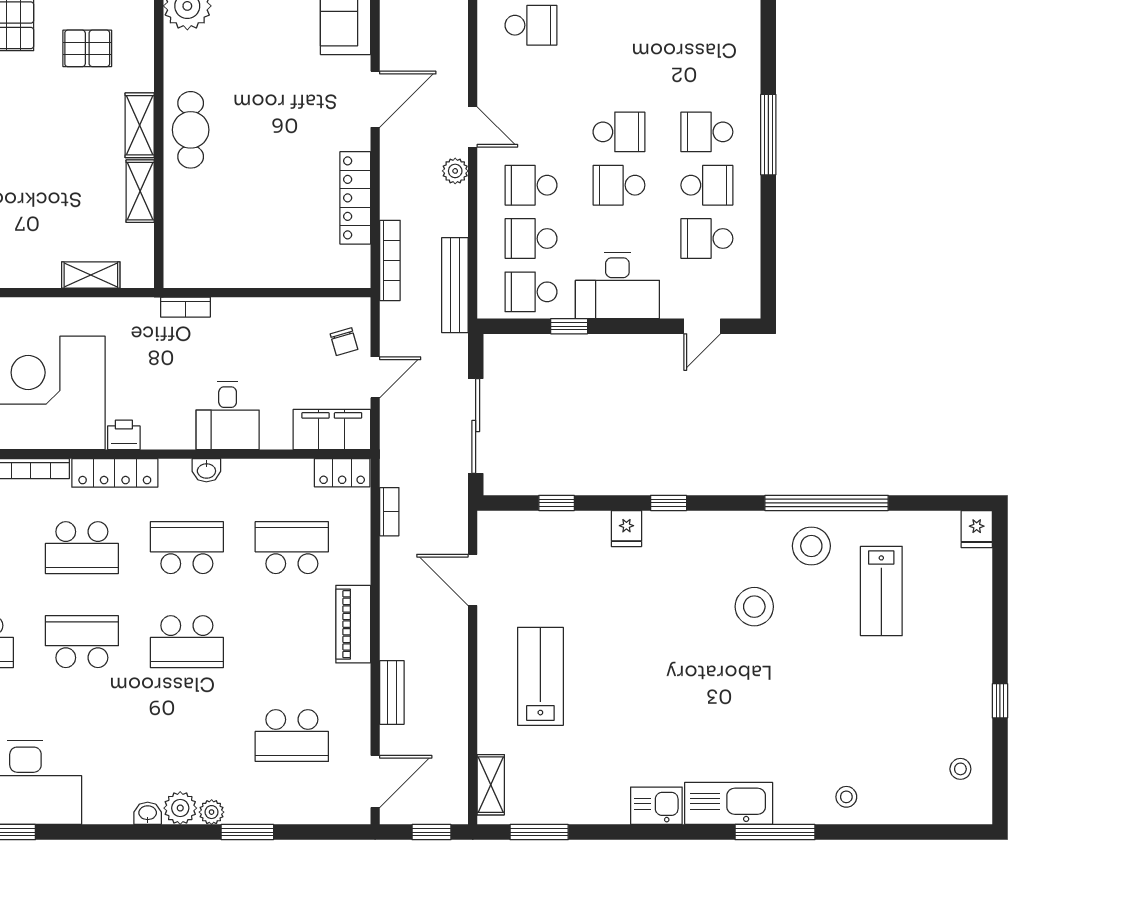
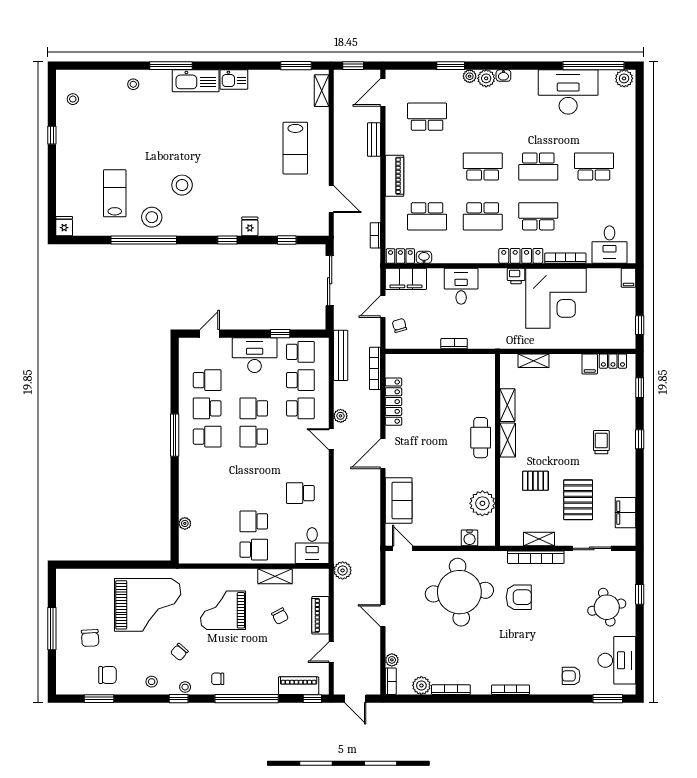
school desk: (619, 185) -> (254, 408), turned 180
bookcase: (185, 307) -> (454, 344), moved
washbasin: (206, 470) -> (424, 257), moved

